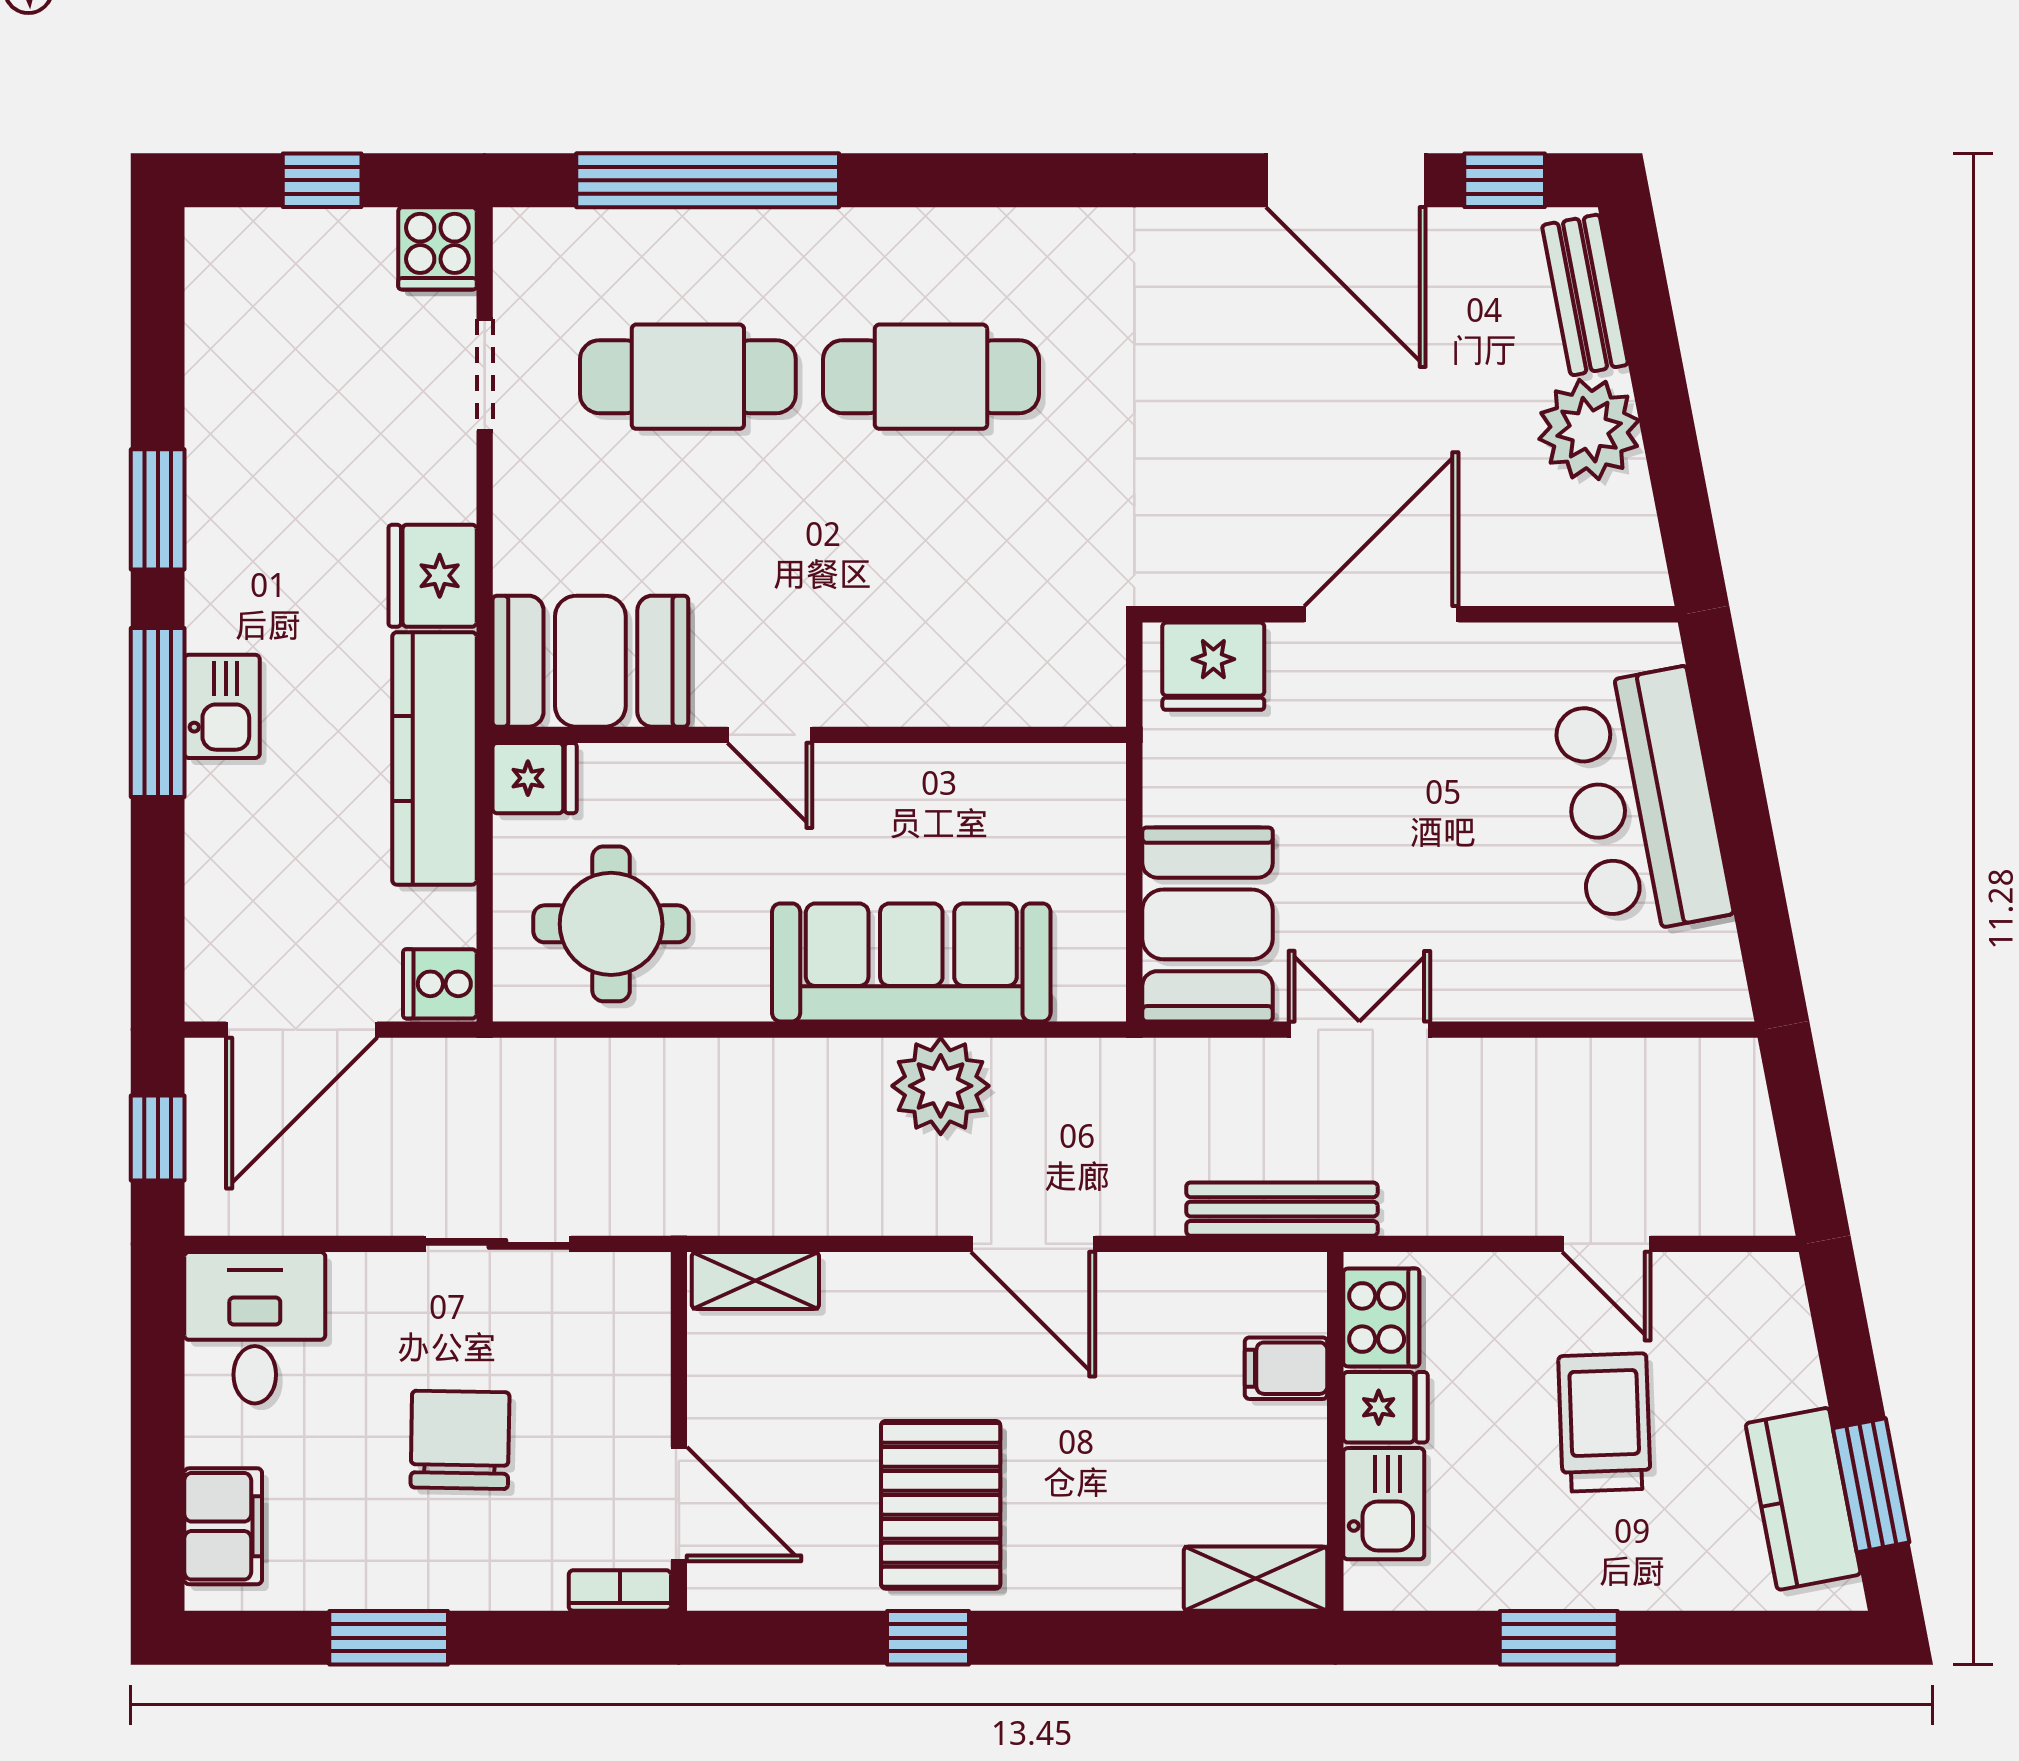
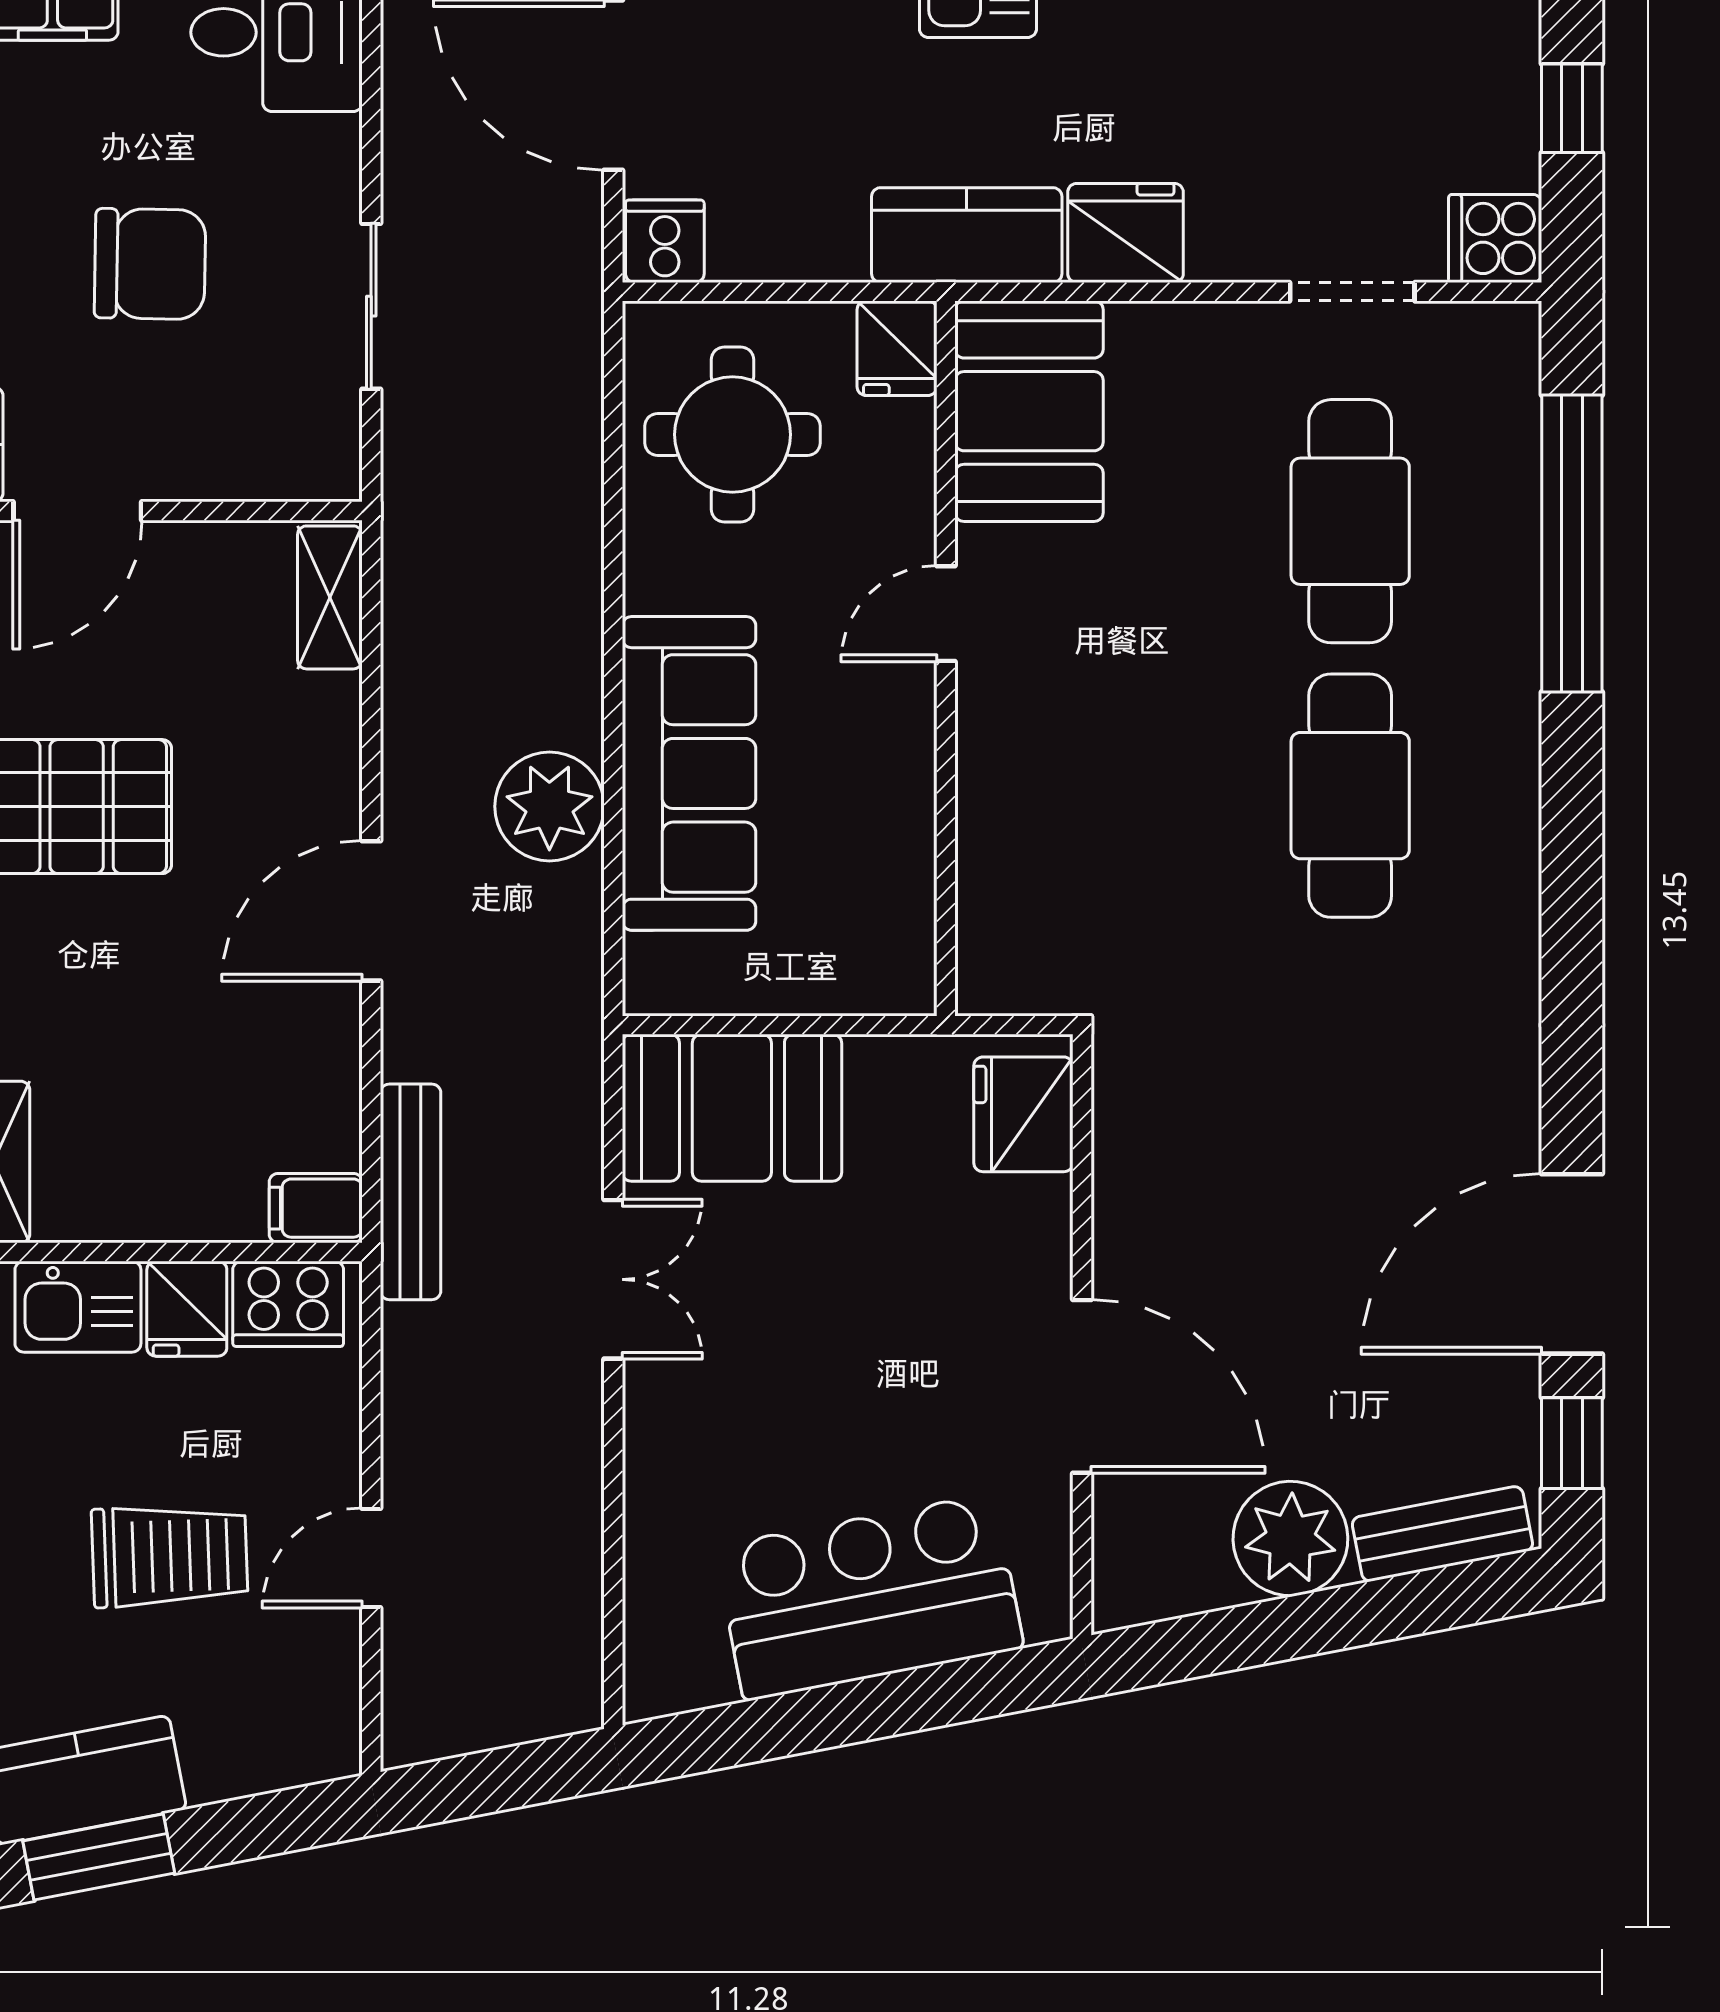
door: (1381, 614) -> (1082, 1386), moved
kitchen counter: (434, 758) -> (967, 235), width x0.67
filing cabinet: (1286, 1368) -> (316, 1208), moved, turned -90

